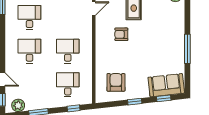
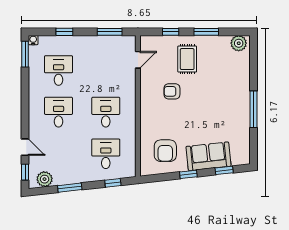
armchair: (116, 82) -> (165, 151), turned 180
sofa: (166, 85) -> (208, 156), moved

